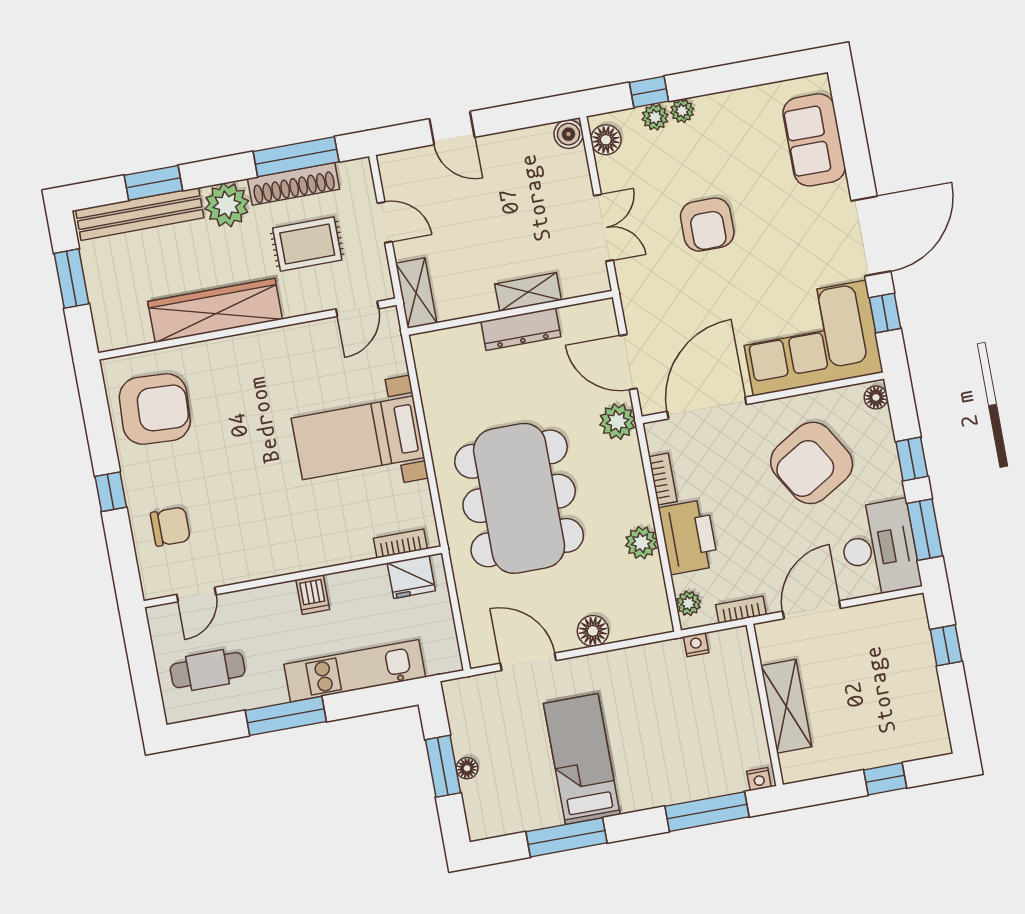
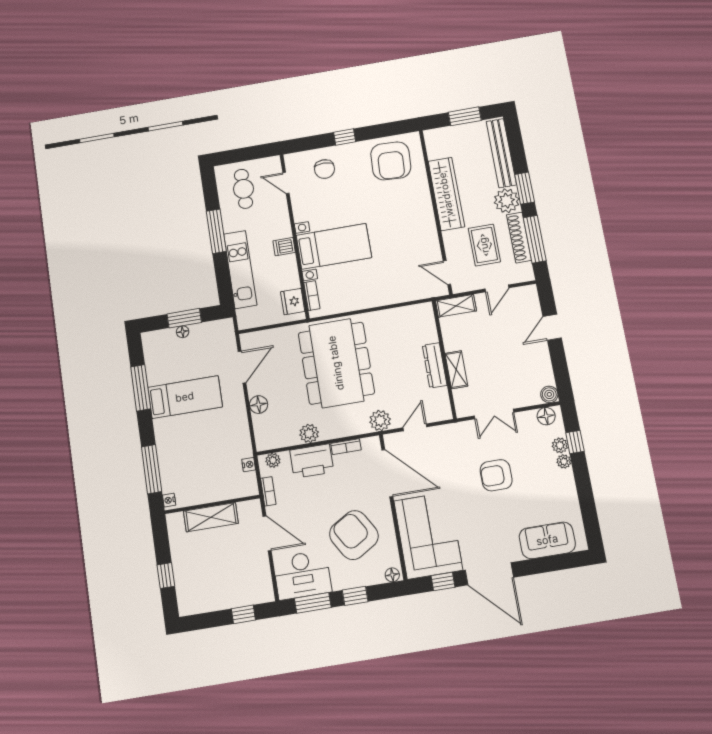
window: (153, 183) -> (525, 188), moved
door: (628, 362) -> (415, 427), width x0.73
bed with nightstands: (358, 438) -> (334, 246), moved, turned 90
dining table: (519, 498) -> (336, 363), turned 90

